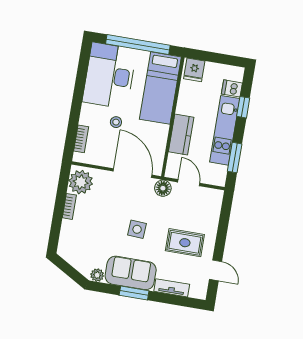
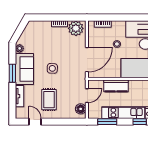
floor lamp: (163, 188) -> (81, 109), moved
door: (216, 270) -> (35, 122), swing flipped

